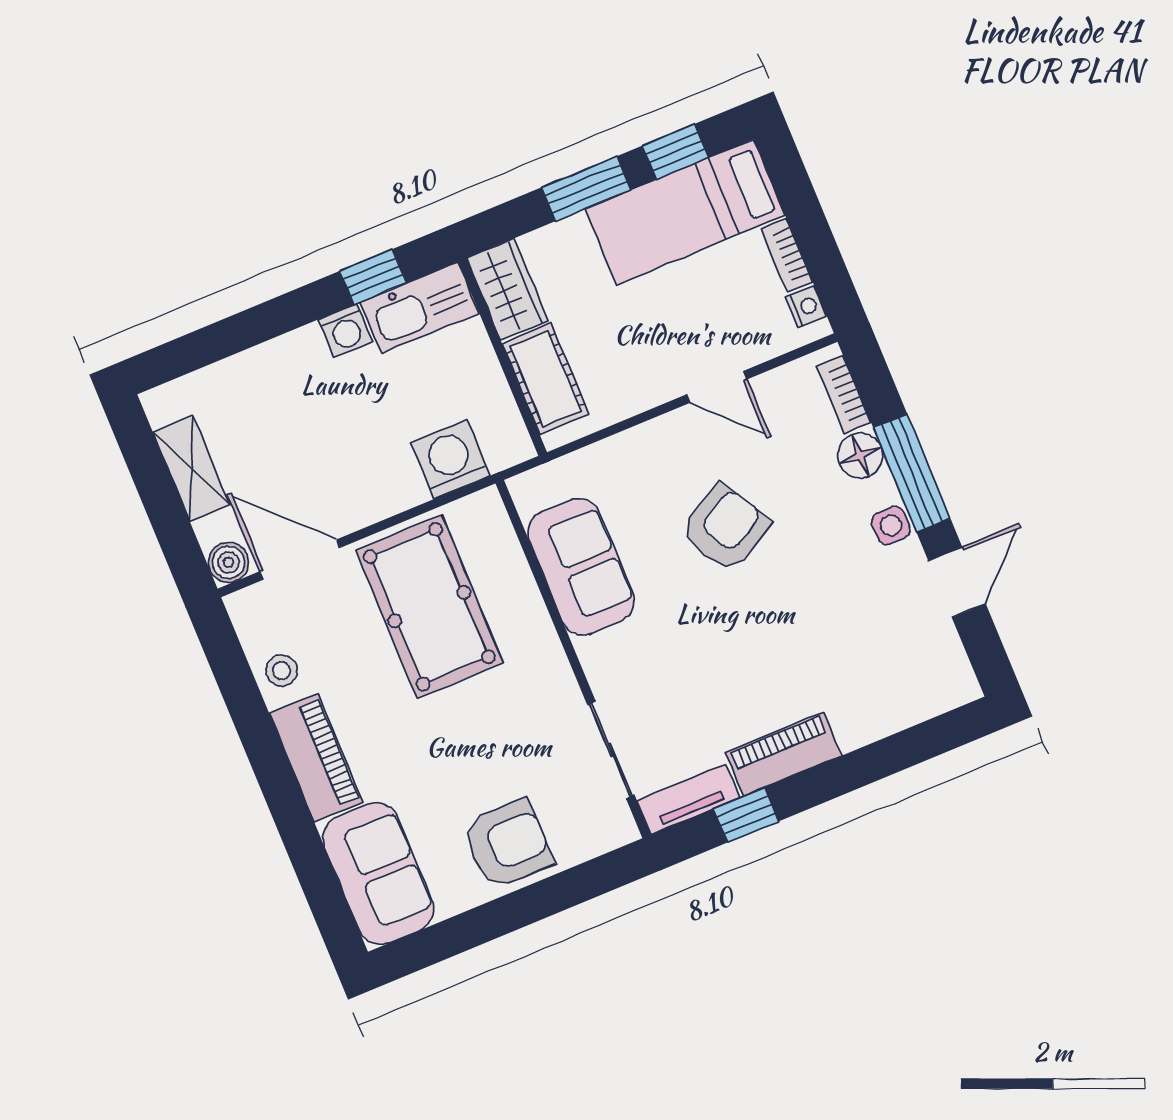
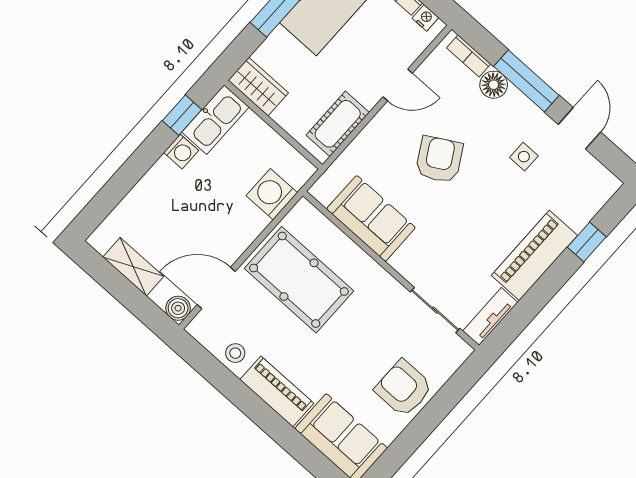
cot: (545, 379) -> (338, 124), moved, turned 90
side table: (891, 525) -> (524, 157), moved
piano: (783, 754) -> (534, 255), width x1.37, depth x1.33
window: (746, 815) -> (587, 242), moved
armchair: (508, 844) -> (404, 388), turned -90

